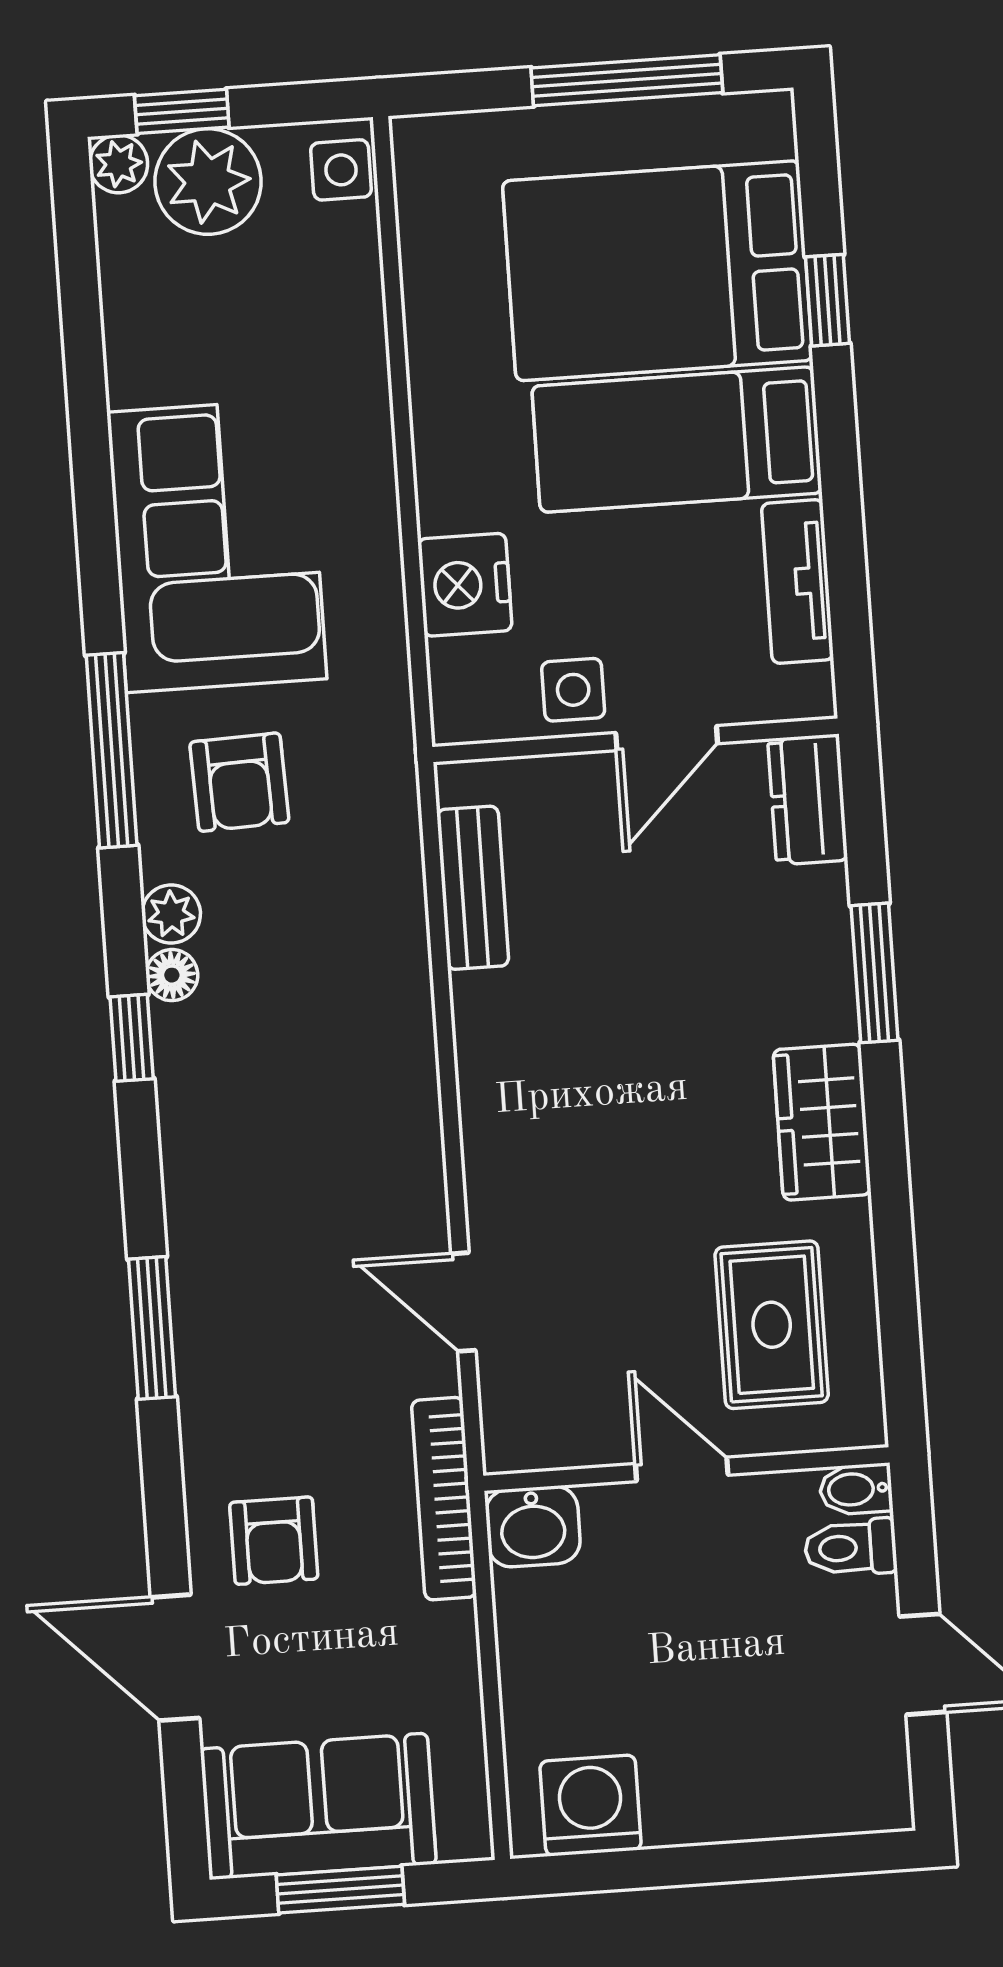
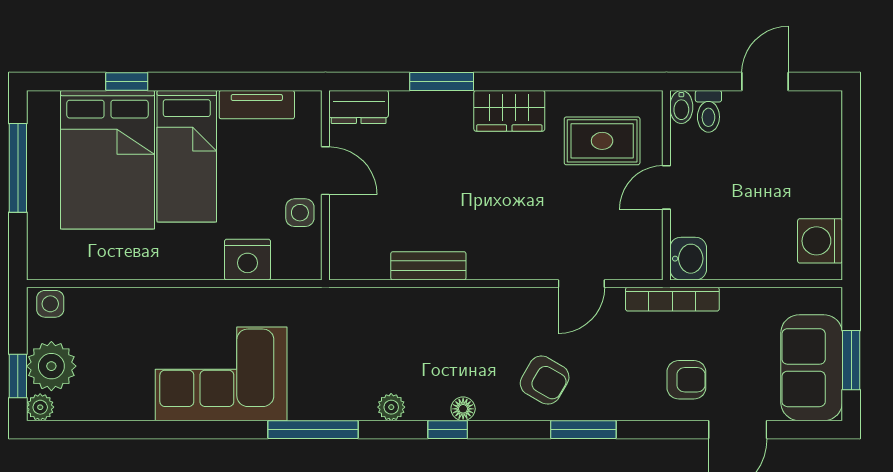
armchair: (239, 782) -> (545, 380), moved, turned 32
bench: (473, 888) -> (428, 266), moved
floor lamp: (172, 975) -> (463, 409), moved

